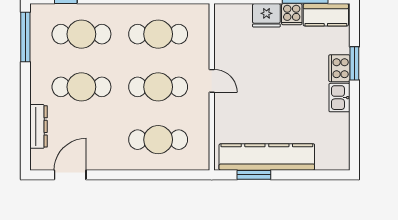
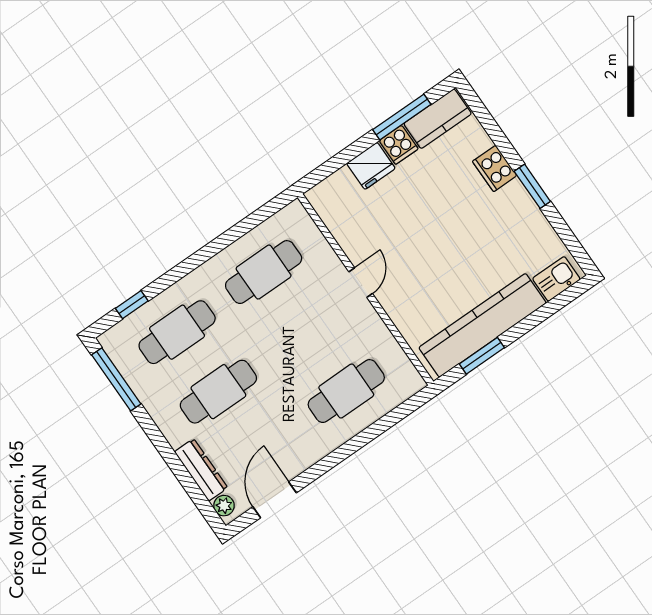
window: (354, 63) -> (532, 186), moved
door: (212, 81) -> (361, 283), hinge flipped
cafe table: (158, 87) -> (305, 332), removed
kitchen sink: (339, 98) -> (556, 279), moved, turned 90
plant: (37, 157) -> (224, 506), added

